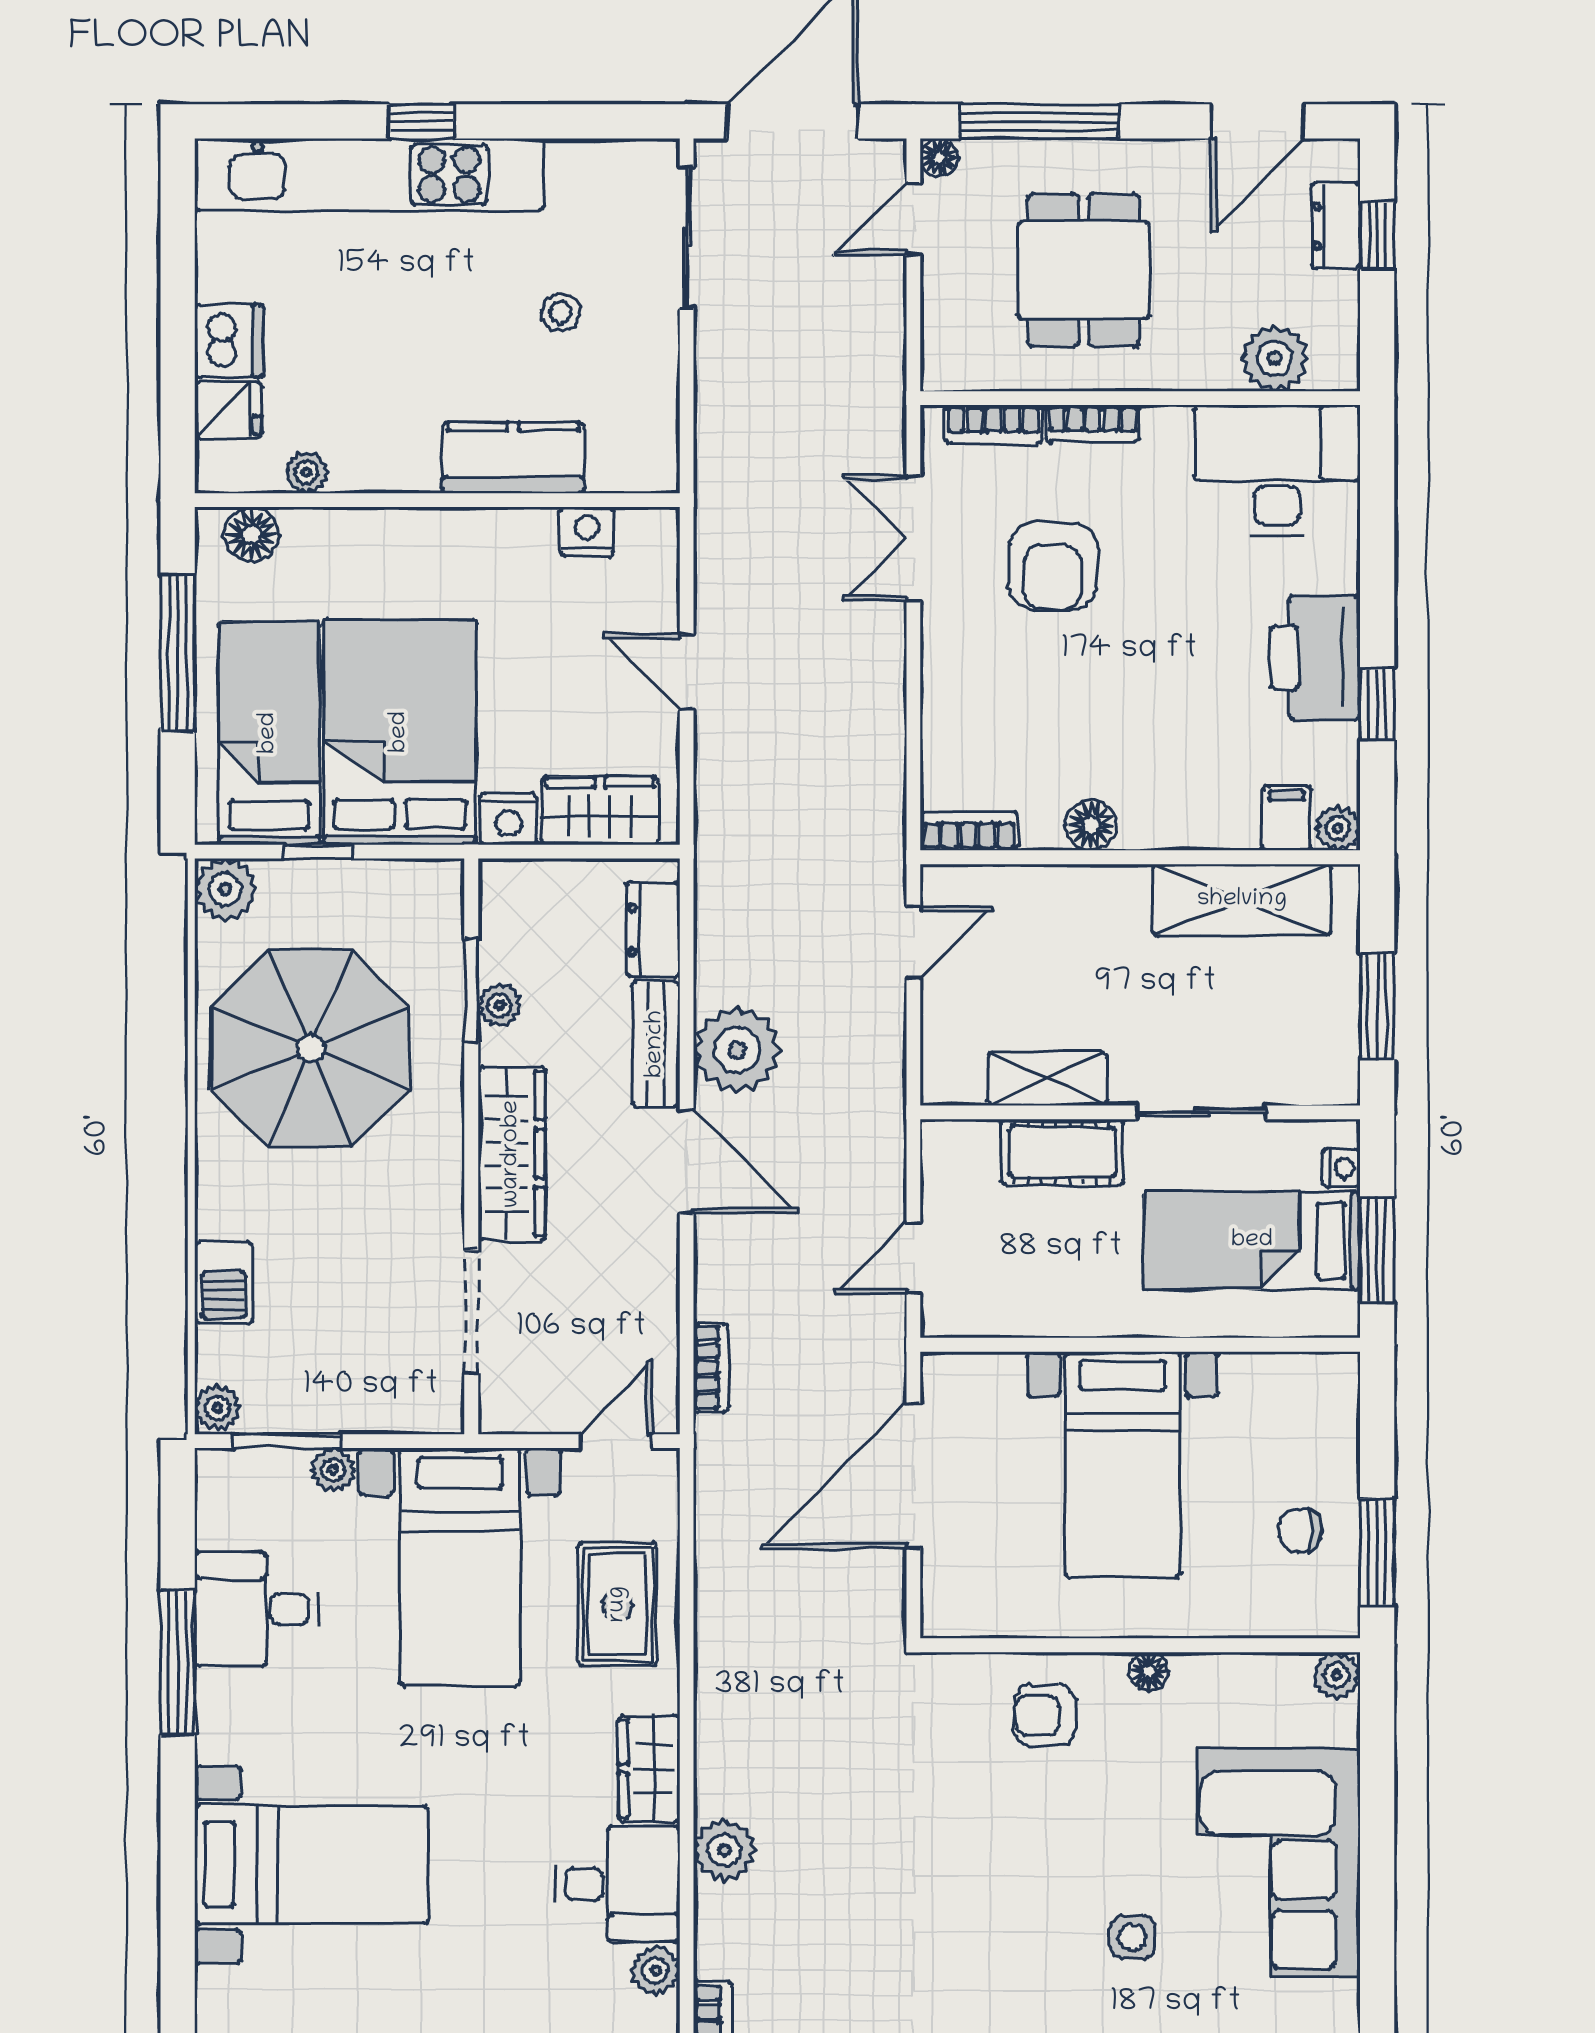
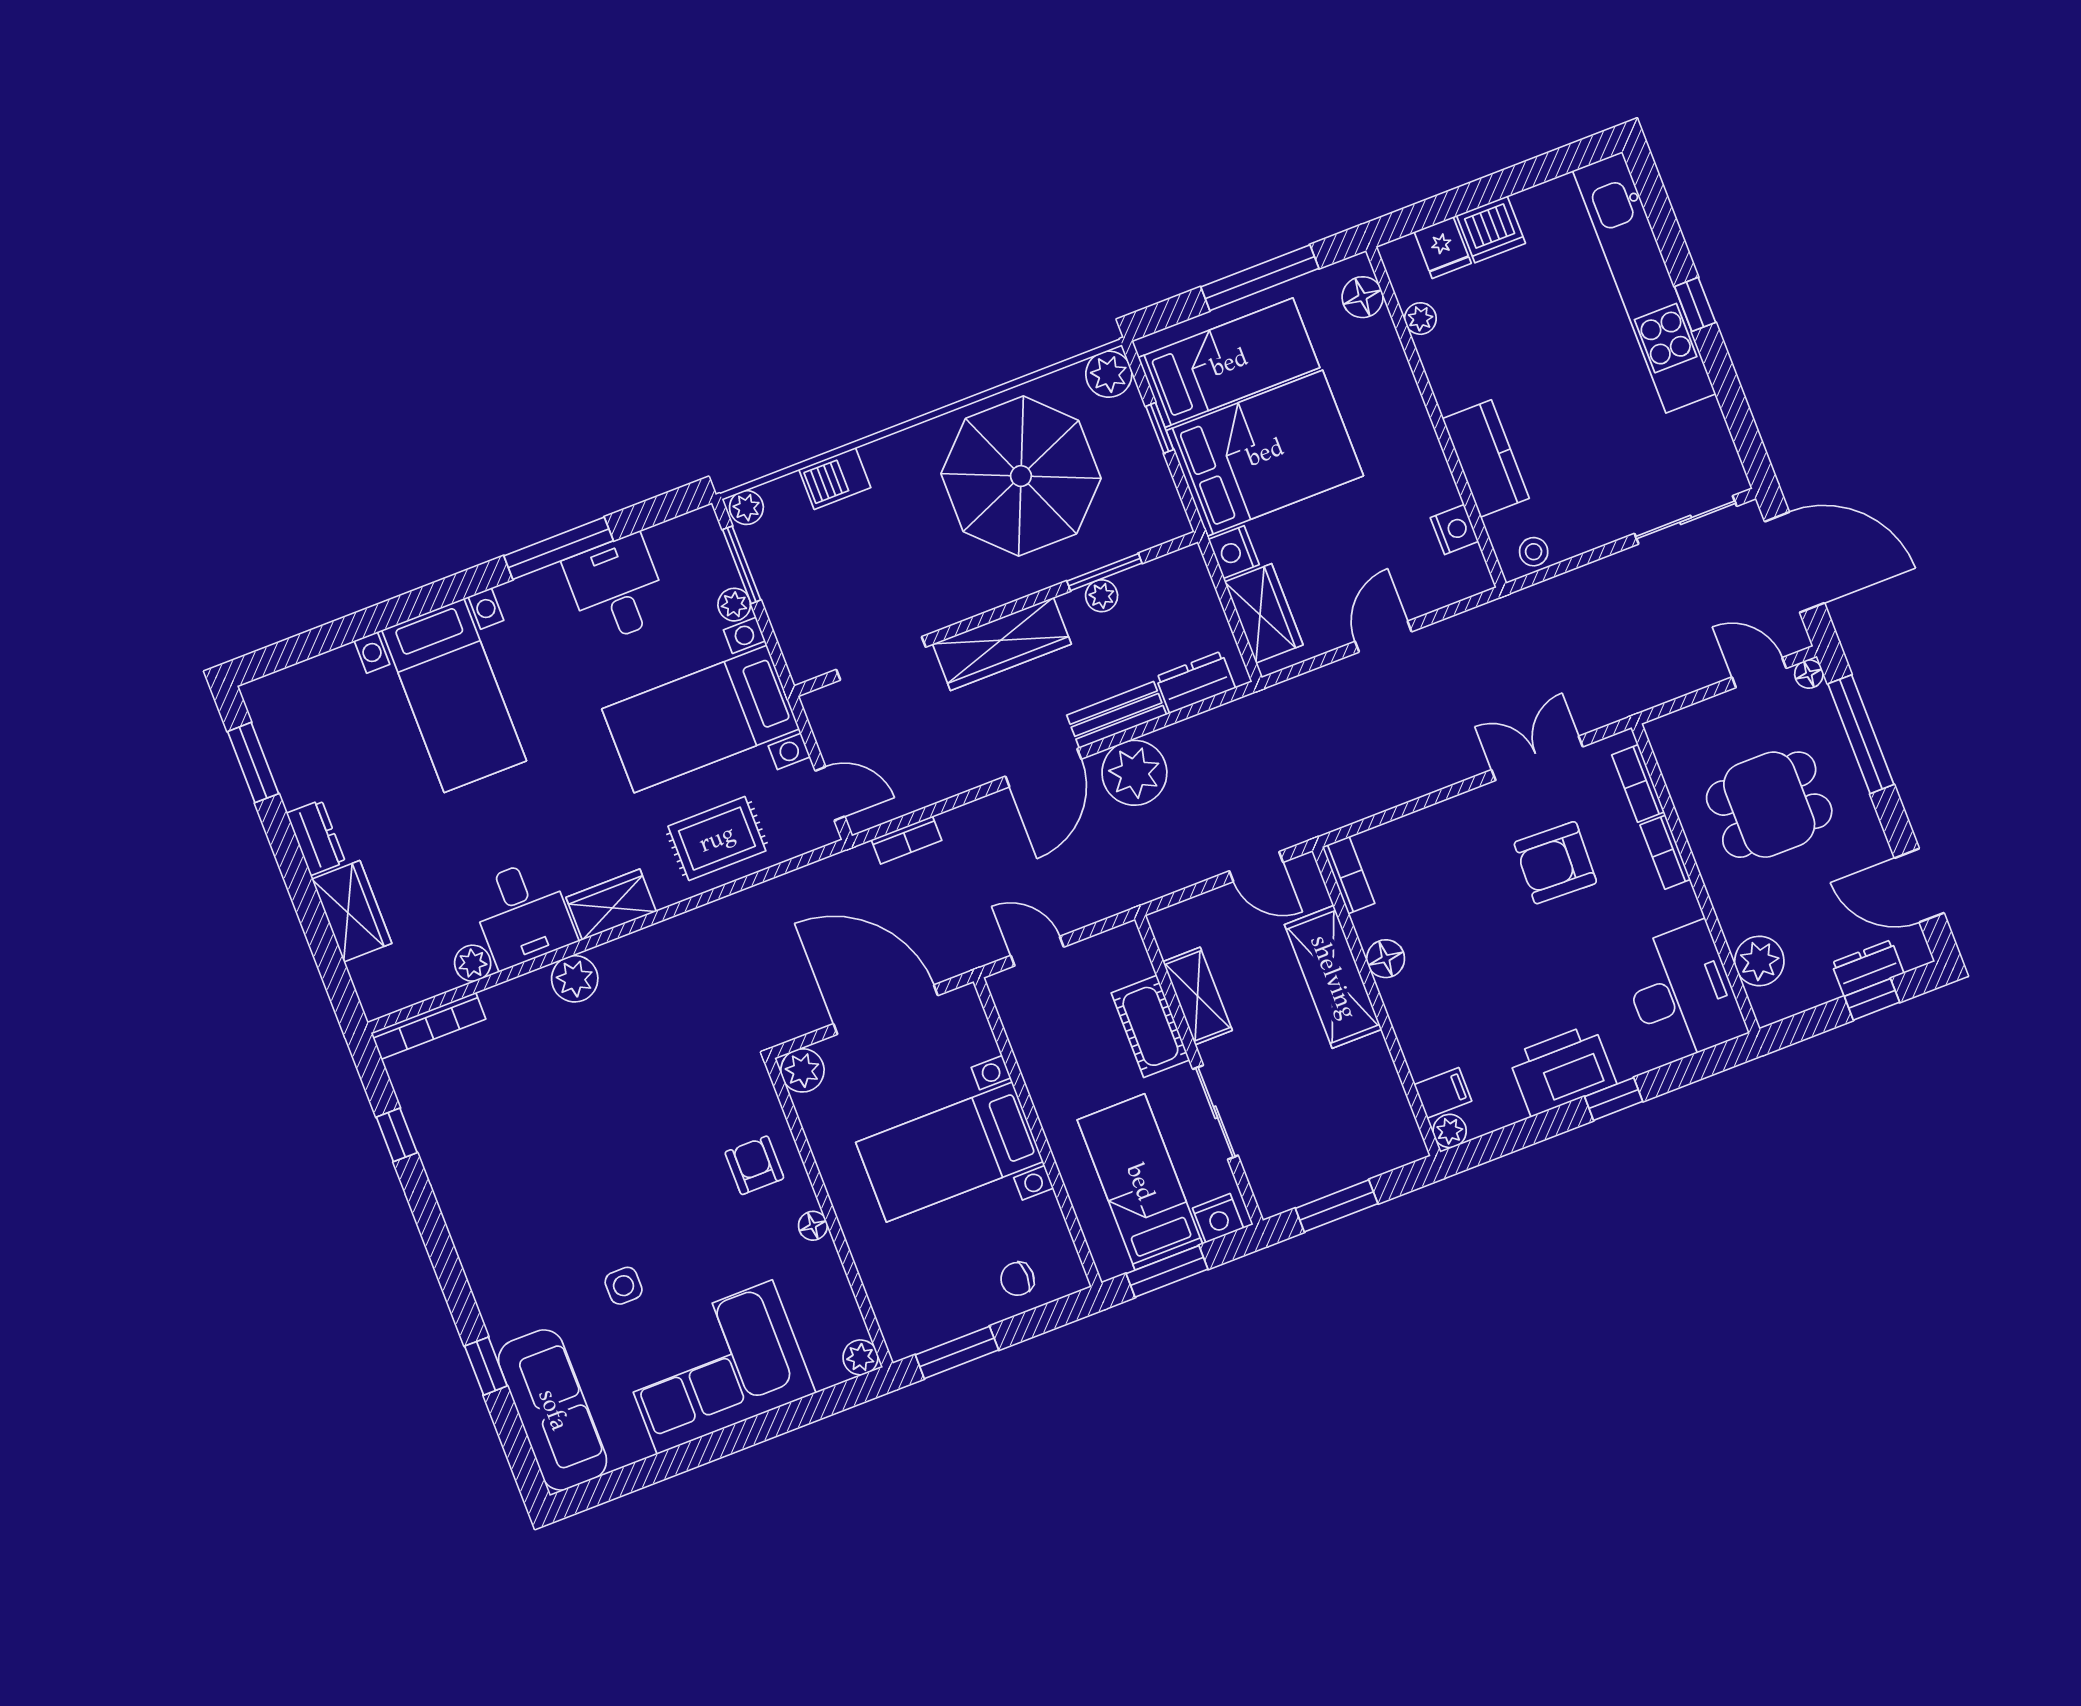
stool: (561, 312) -> (1534, 552), moved
window: (1377, 704) -> (1614, 1099), moved
shelving: (1242, 900) -> (1333, 977), moved
nightstand: (1342, 1168) -> (1218, 1218), width x1.39, depth x1.35
chair: (1300, 1530) -> (1017, 1279), moved, turned -90
plant: (949, 1609) -> (802, 1070), added

